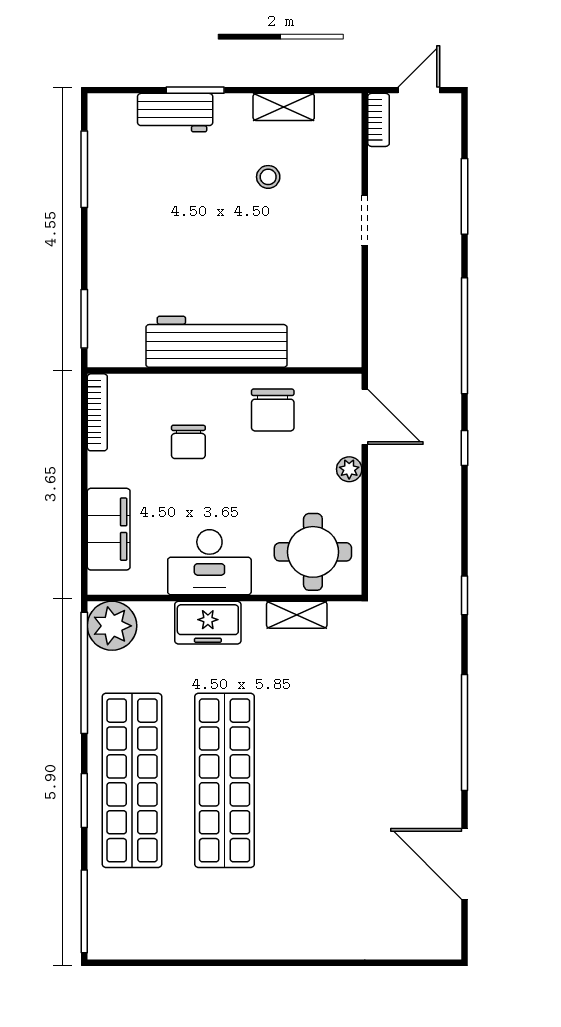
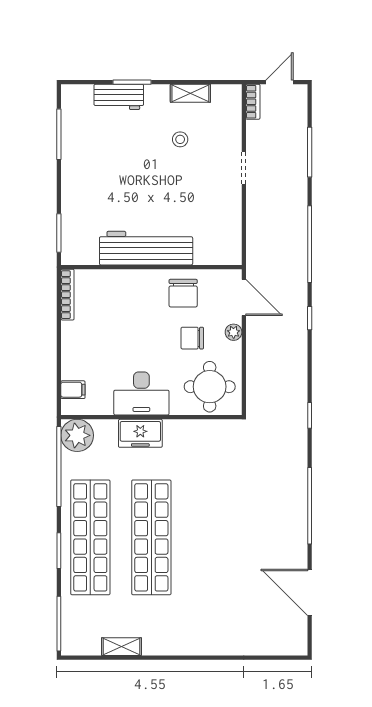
chair: (188, 442) -> (192, 338), moved, turned 90
filing cabinet: (109, 529) -> (73, 390), width x0.33, depth x0.86
shelving: (297, 615) -> (121, 647), moved

